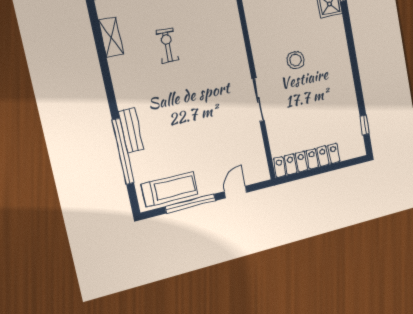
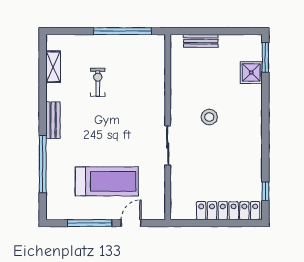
bench: (131, 130) -> (53, 120), moved
locker: (307, 160) -> (228, 211), moved
treadmill: (170, 189) -> (107, 181), moved, width x1.37, depth x1.37

